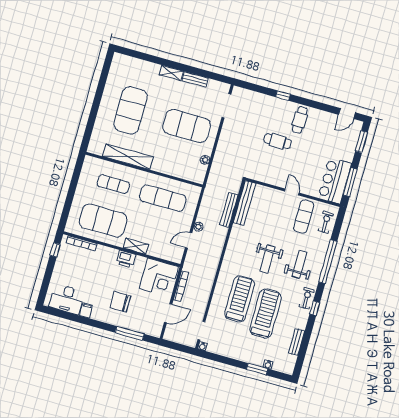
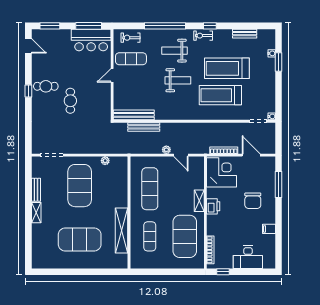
window: (283, 96) -> (28, 91), moved
desk: (67, 299) -> (248, 257), moved, turned 90

